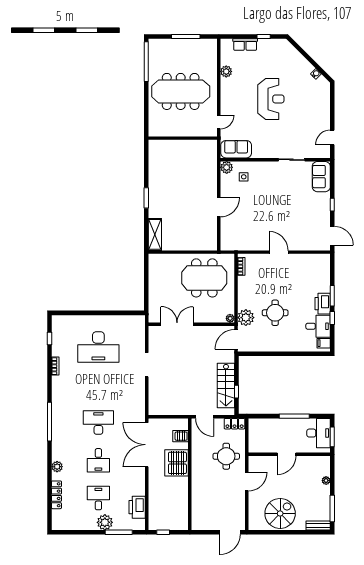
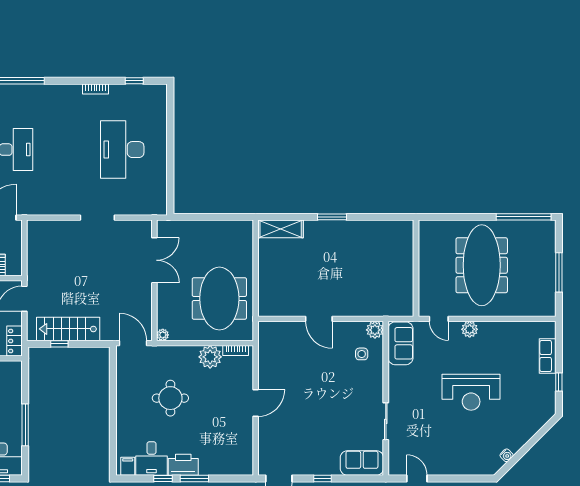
plant: (226, 71) -> (470, 329), moved
plant: (246, 318) -> (210, 357), moved

